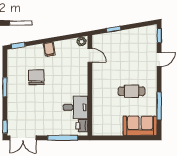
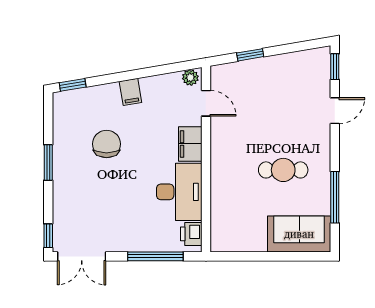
filing cabinet: (81, 77) -> (190, 144), added
desk: (75, 107) -> (179, 192), width x1.37

